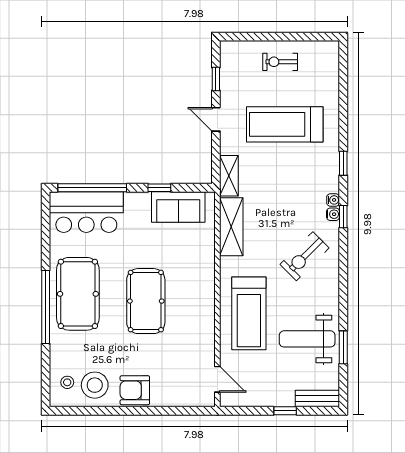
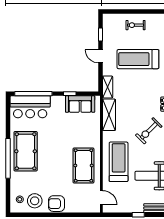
pool table: (146, 301) -> (83, 166), moved
treadmill: (249, 313) -> (119, 162), turned 180

